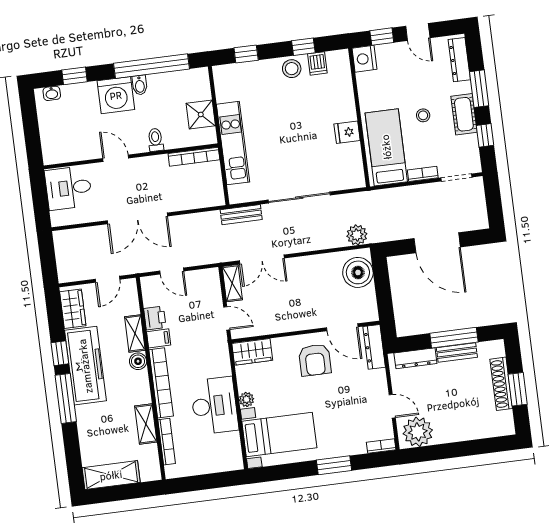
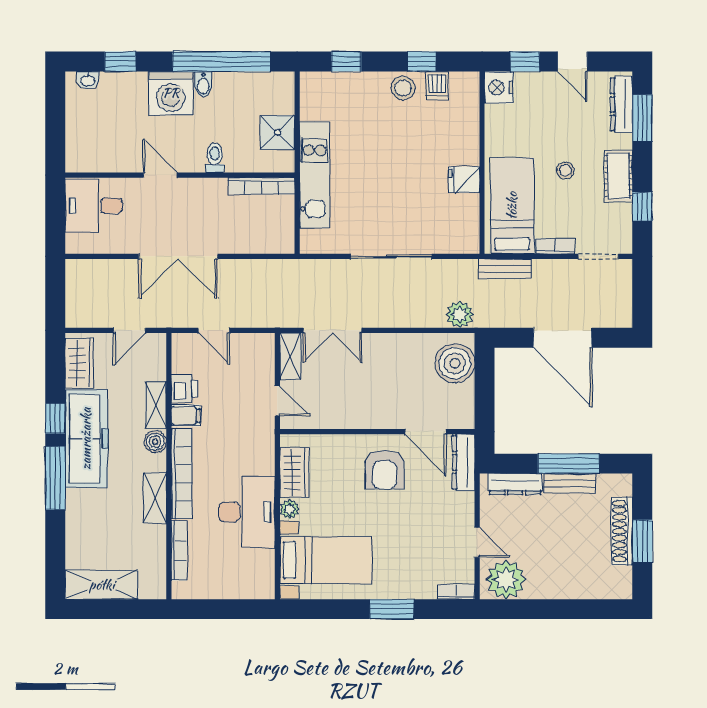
window: (479, 89) -> (642, 118), moved
bench: (241, 215) -> (505, 269), moved
wardrobe: (252, 352) -> (294, 473), moved, turned -90
shelving: (146, 424) -> (155, 498), moved

